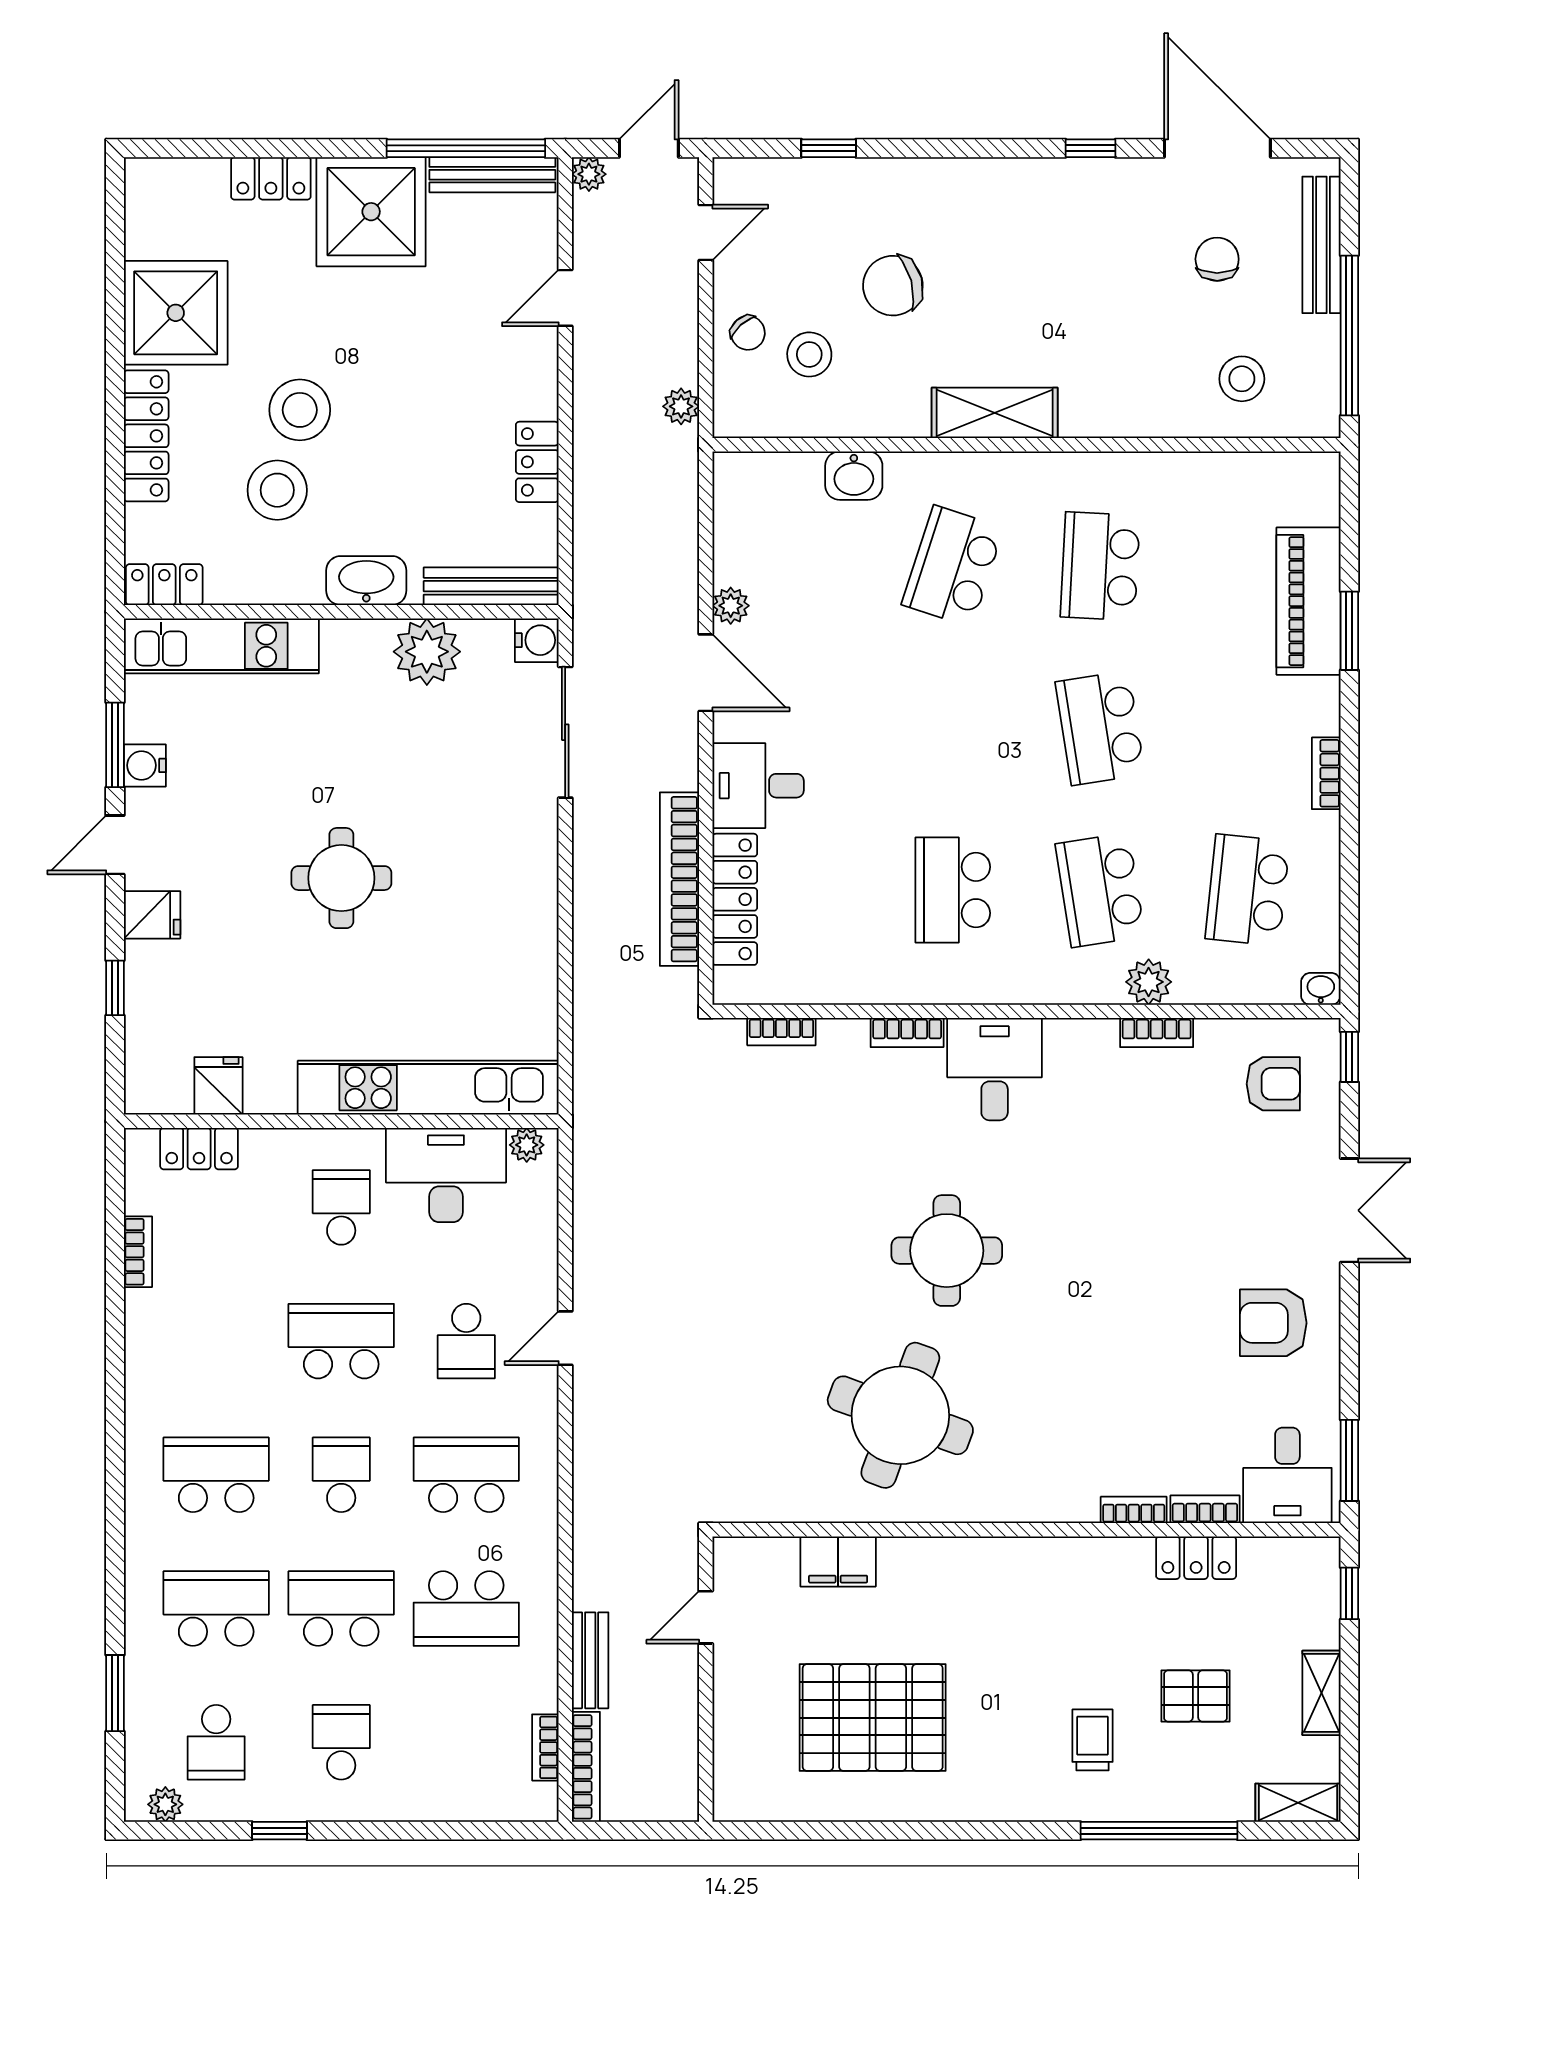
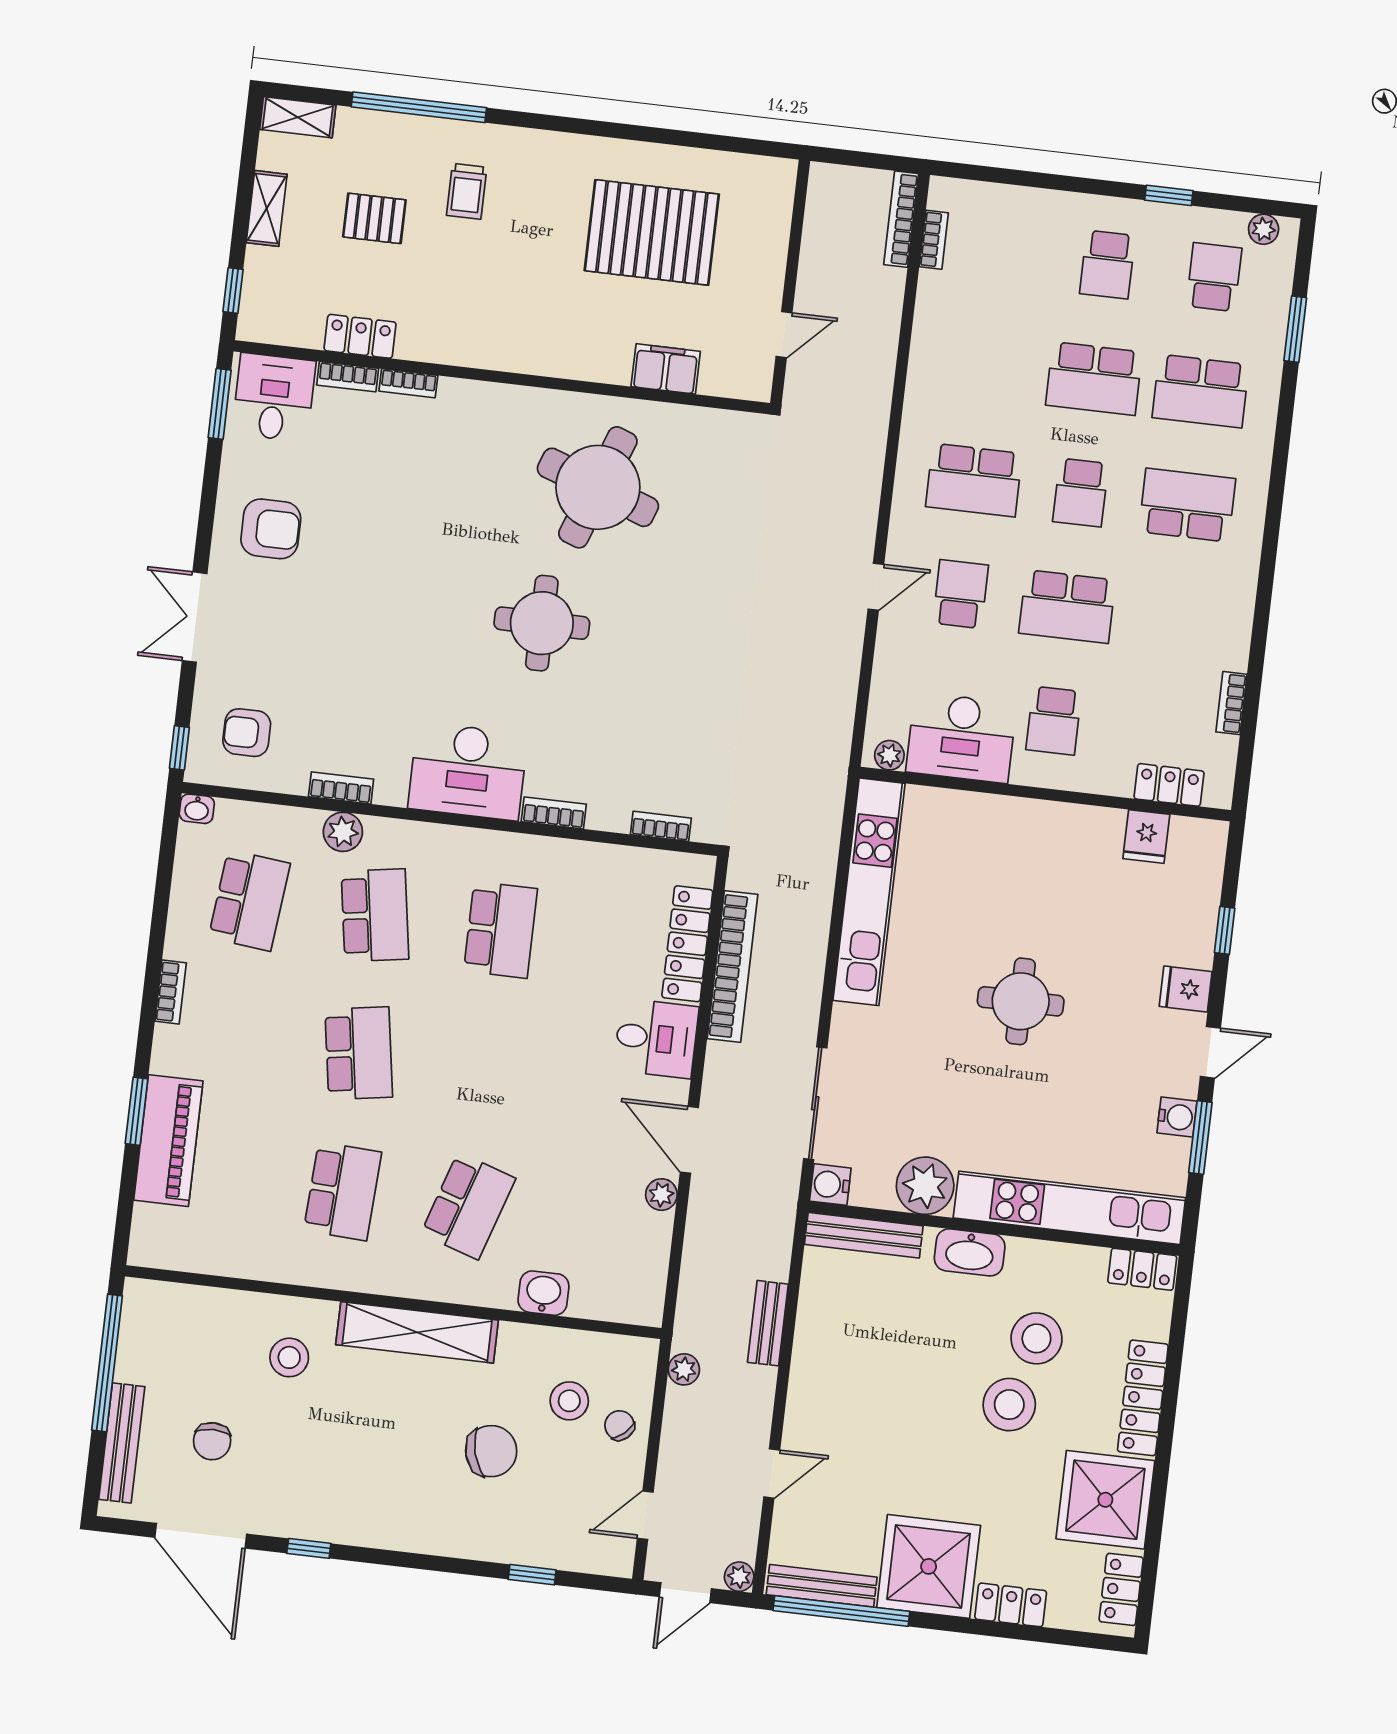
stool: (1242, 379) -> (289, 1357), moved
shelving: (995, 413) -> (417, 1332), width x1.47
locker: (537, 462) -> (1121, 1589), moved, turned 180
kitchen unit: (221, 646) -> (1069, 1208), width x1.36
desk: (995, 1069) -> (468, 771), width x1.37
kitchen unit: (428, 1088) -> (869, 892), moved, turned -90
school desk: (216, 1475) -> (1187, 505), turned 180
school desk: (466, 1609) -> (987, 366), removed
bench: (590, 1660) -> (768, 1323), moved

